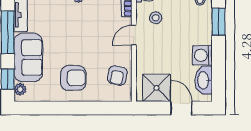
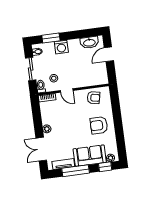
washing machine: (202, 55) -> (61, 47), moved
armchair: (73, 78) -> (99, 125), turned -89
shower: (156, 88) -> (98, 72), removed

